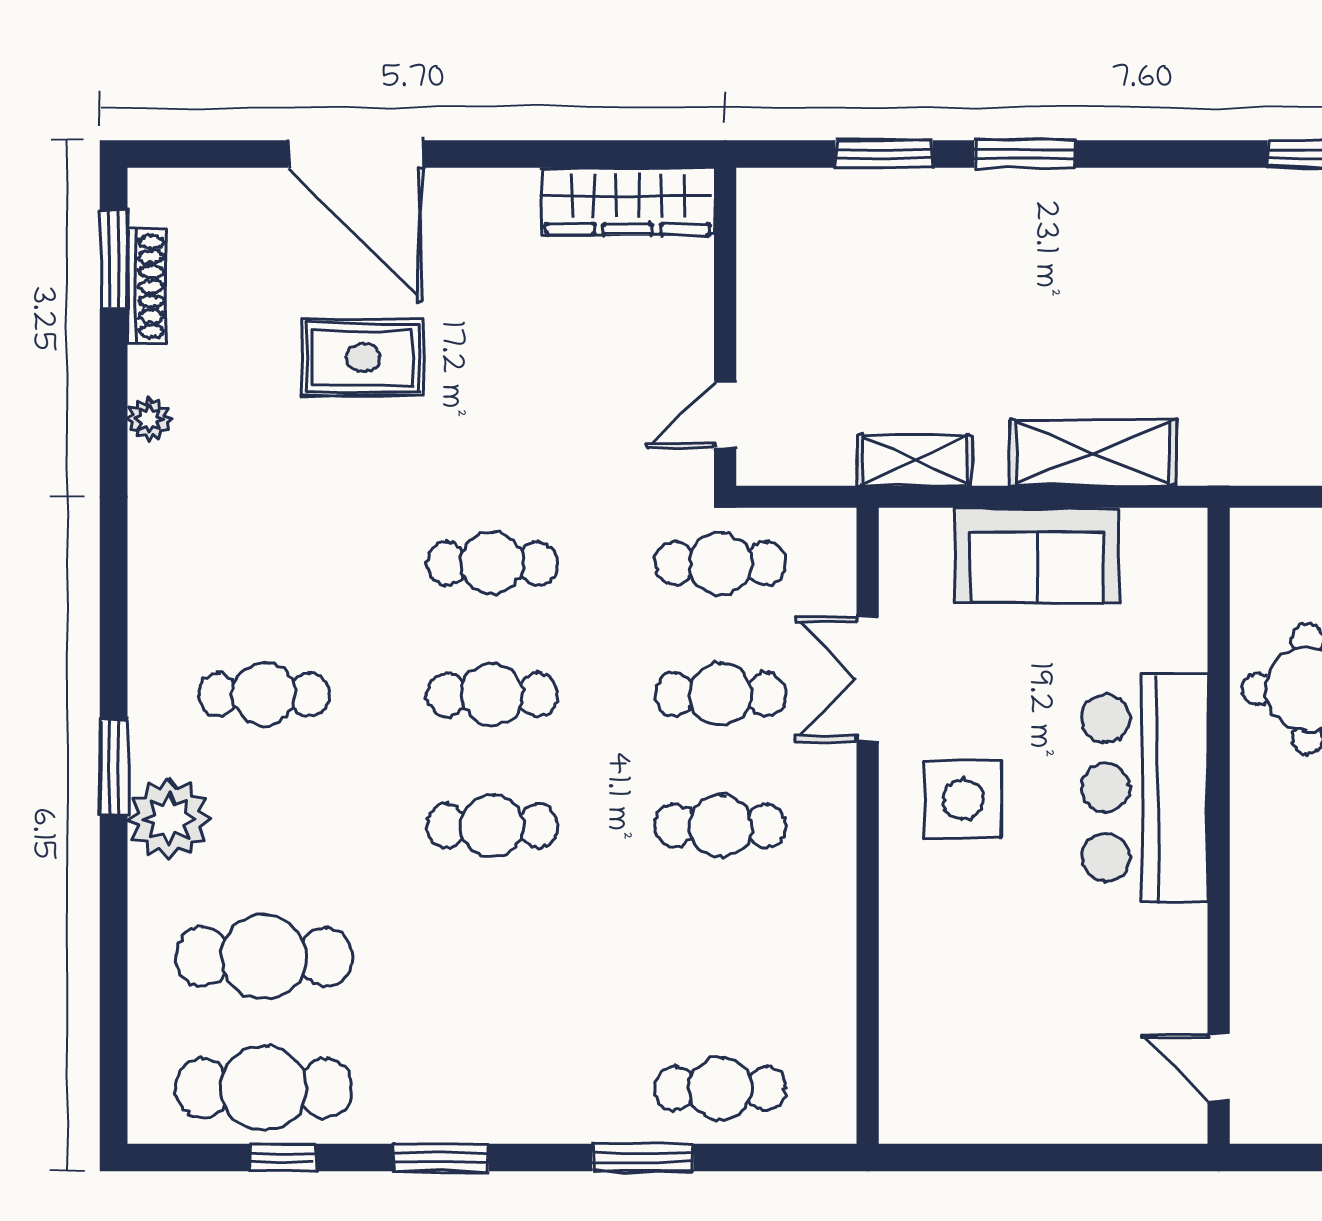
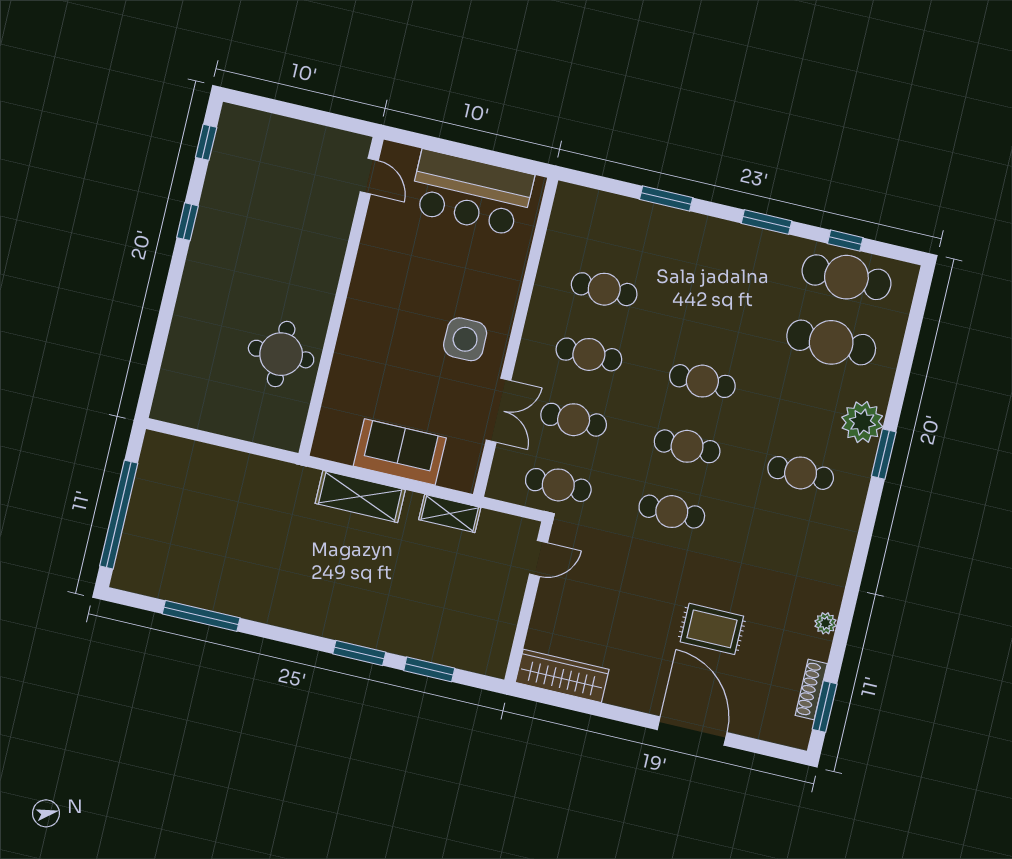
bar counter: (1145, 788) -> (471, 193), moved, turned 90
cafe table: (720, 1088) -> (604, 289), moved

